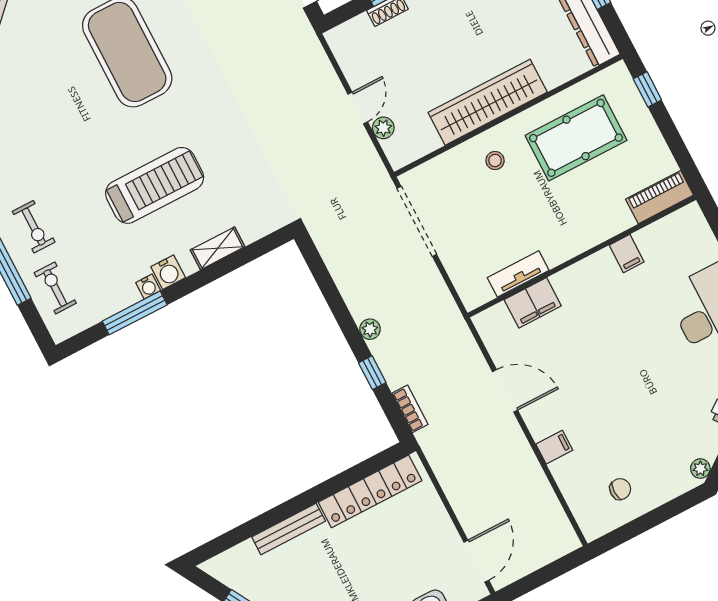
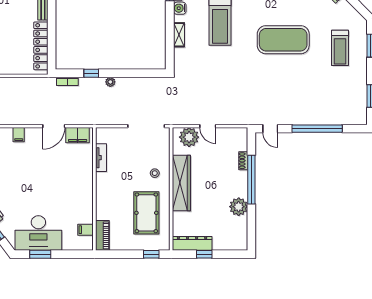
plant: (383, 128) -> (189, 137), width x1.88, depth x1.88
filing cabinet: (627, 253) -> (86, 230), moved
filing cabinet: (533, 303) -> (78, 135), moved, turned -90

